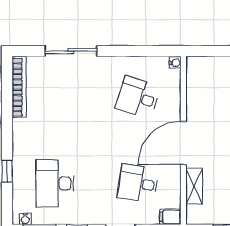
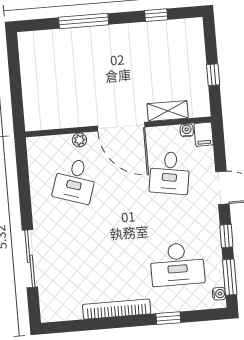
water cooler: (175, 63) -> (187, 130), moved
bookcase: (19, 87) -> (117, 309), moved
plant: (174, 104) -> (79, 140), added

